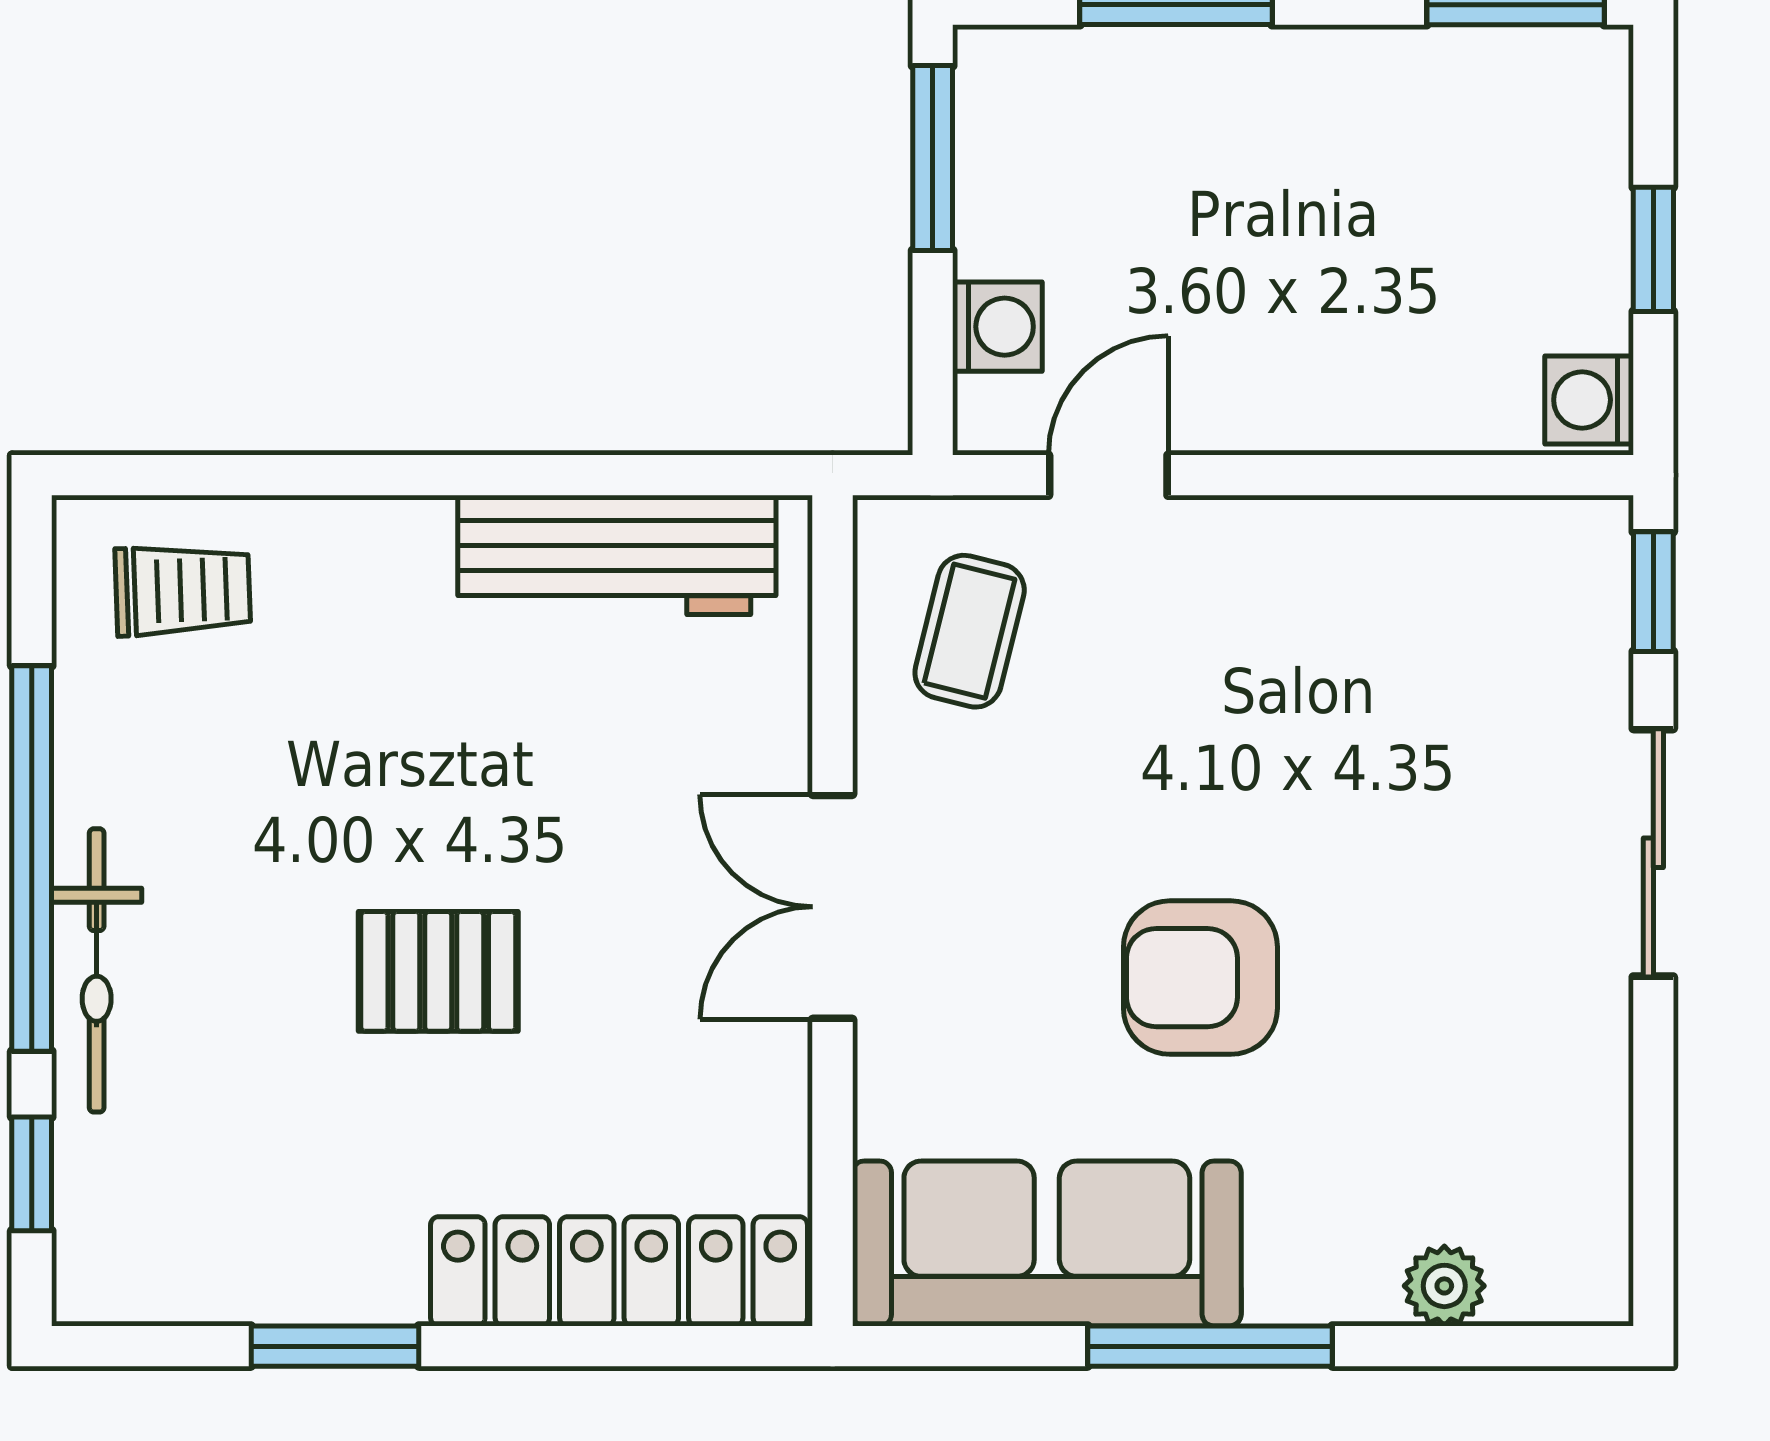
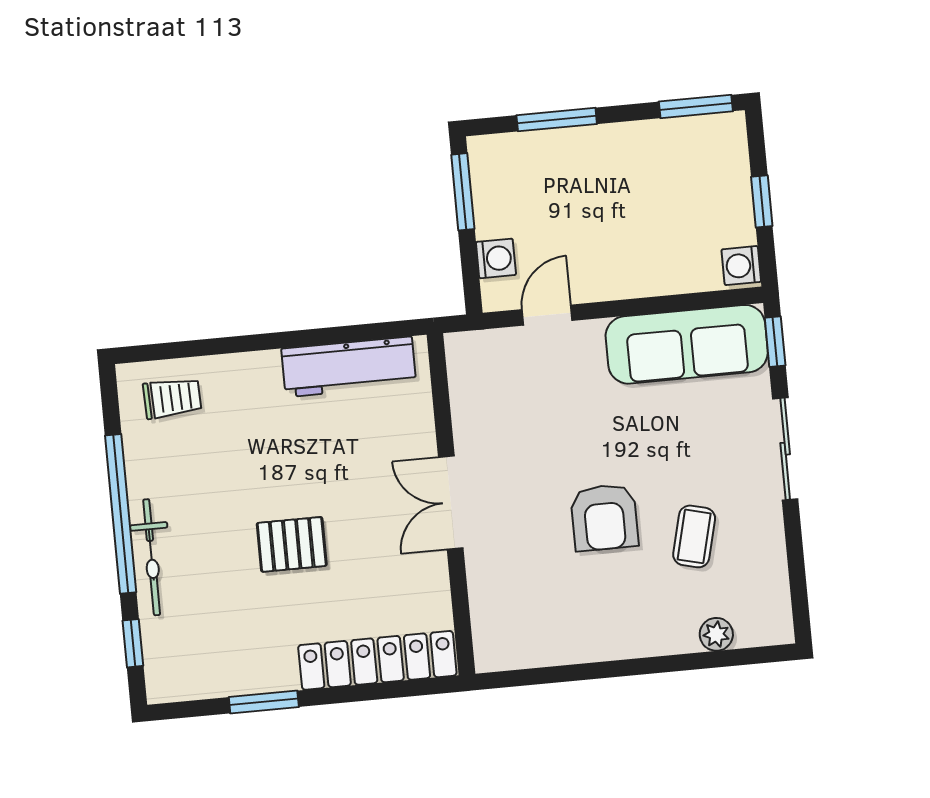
coffee table: (970, 631) -> (694, 536), moved
armchair: (1200, 978) -> (604, 517), turned -90
sofa: (1047, 1243) -> (687, 344), moved, turned 180
window: (1210, 1346) -> (623, 668), removed

